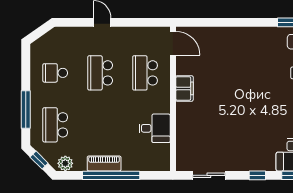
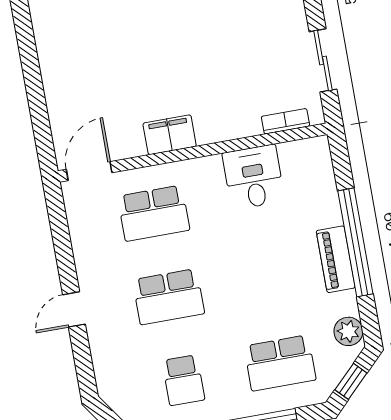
bookcase: (181, 150) -> (285, 121), added

